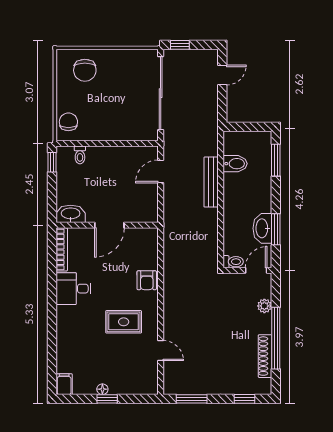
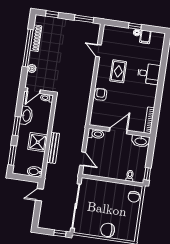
chair: (85, 70) -> (108, 230), moved, turned -90
door: (222, 75) -> (39, 195), moved
bidet: (235, 164) -> (35, 172), moved
door: (161, 171) -> (83, 159), hinge flipped
shower: (238, 188) -> (38, 142), added
toilet: (145, 215) -> (96, 134), added
window: (276, 229) -> (16, 126), moved
desk: (73, 289) -> (149, 74), moved
rug: (124, 322) -> (118, 71), turned 90
filing cabinet: (64, 384) -> (145, 37), moved

